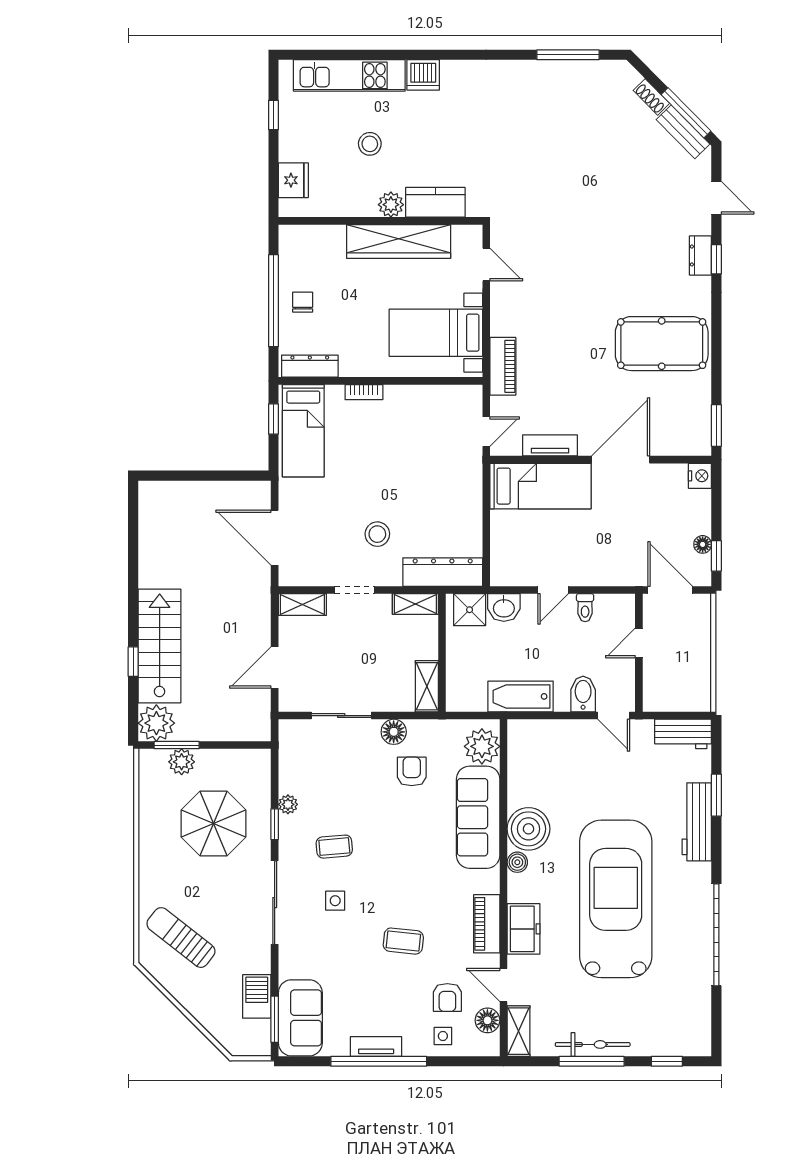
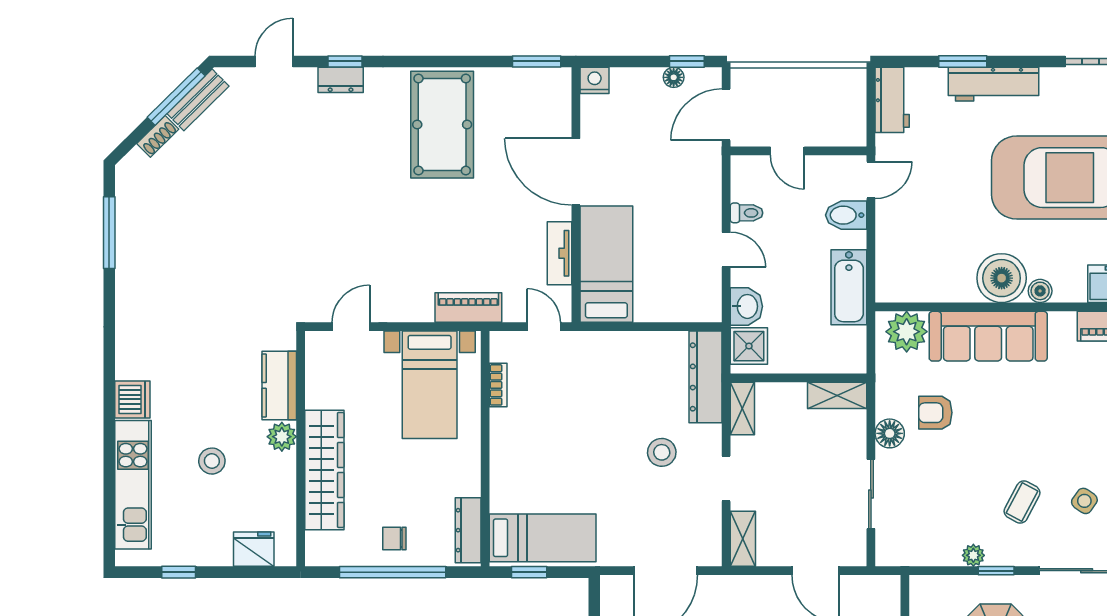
wardrobe: (399, 241) -> (324, 470), moved
bookcase: (364, 392) -> (498, 385), moved
coffee table: (334, 847) -> (1022, 502), turned 33
side table: (335, 901) -> (1084, 501), turned 35

